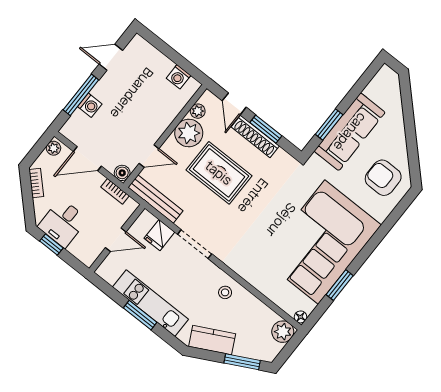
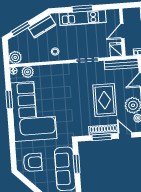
rug: (219, 173) -> (105, 100), turned 90
fridge: (159, 235) -> (116, 50), moved
plant: (284, 299) -> (28, 72), added

